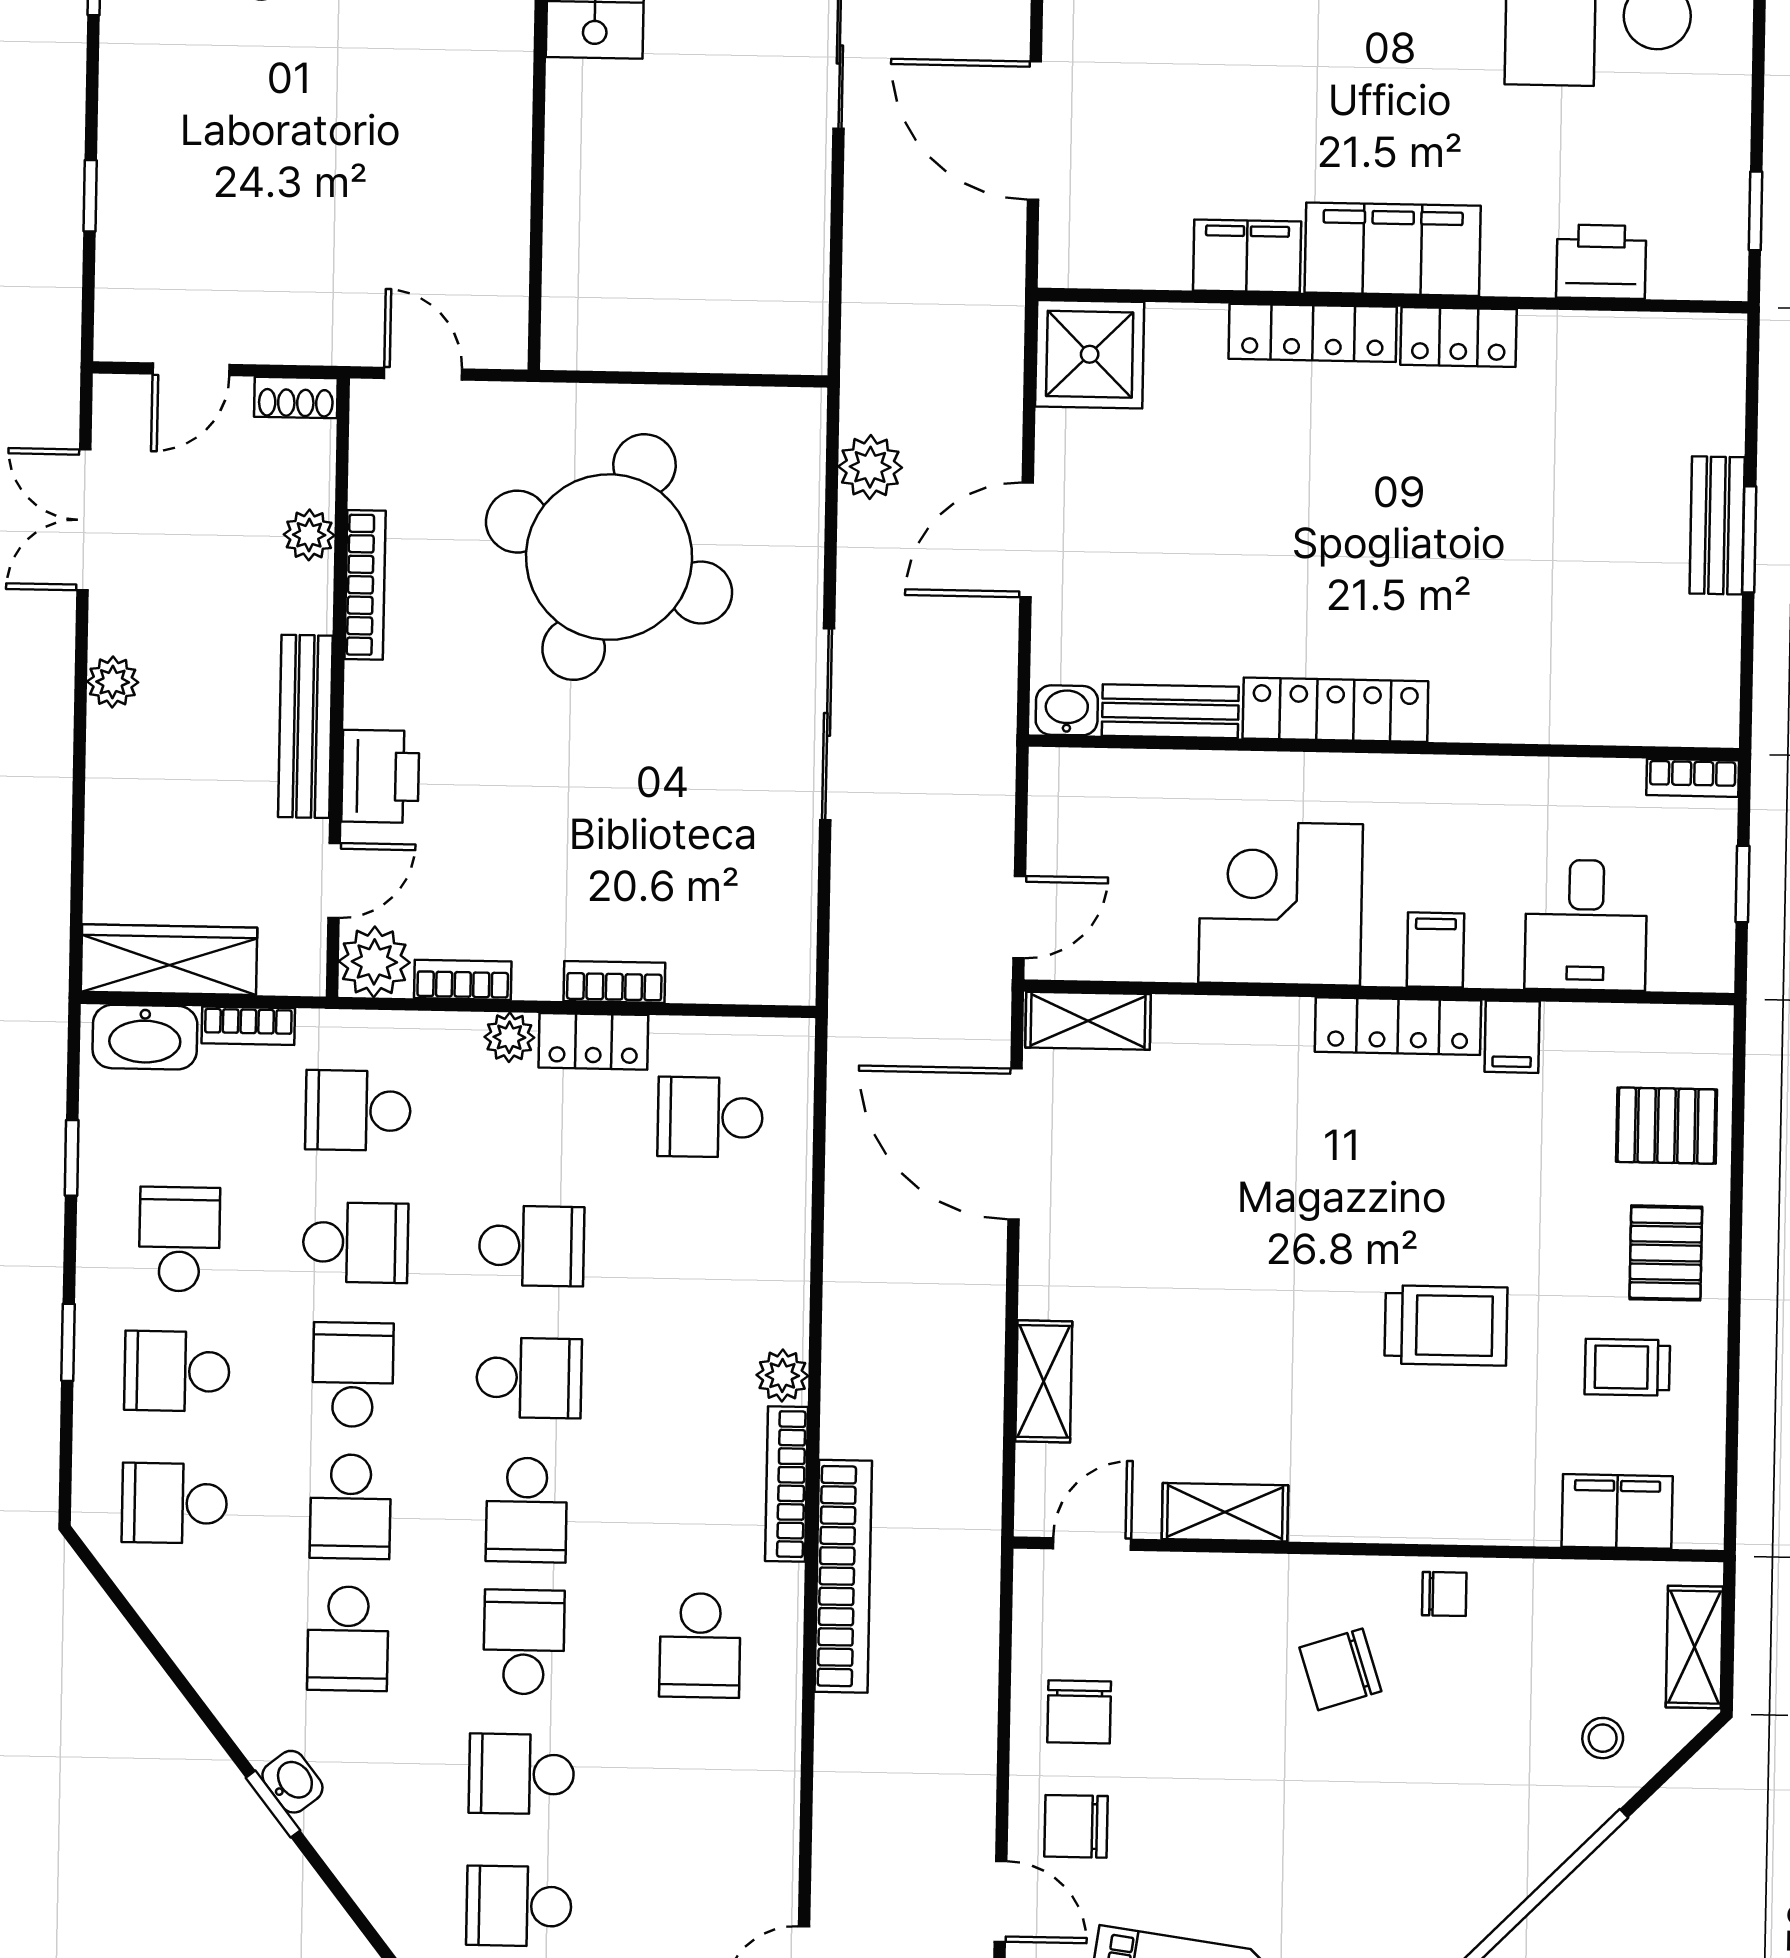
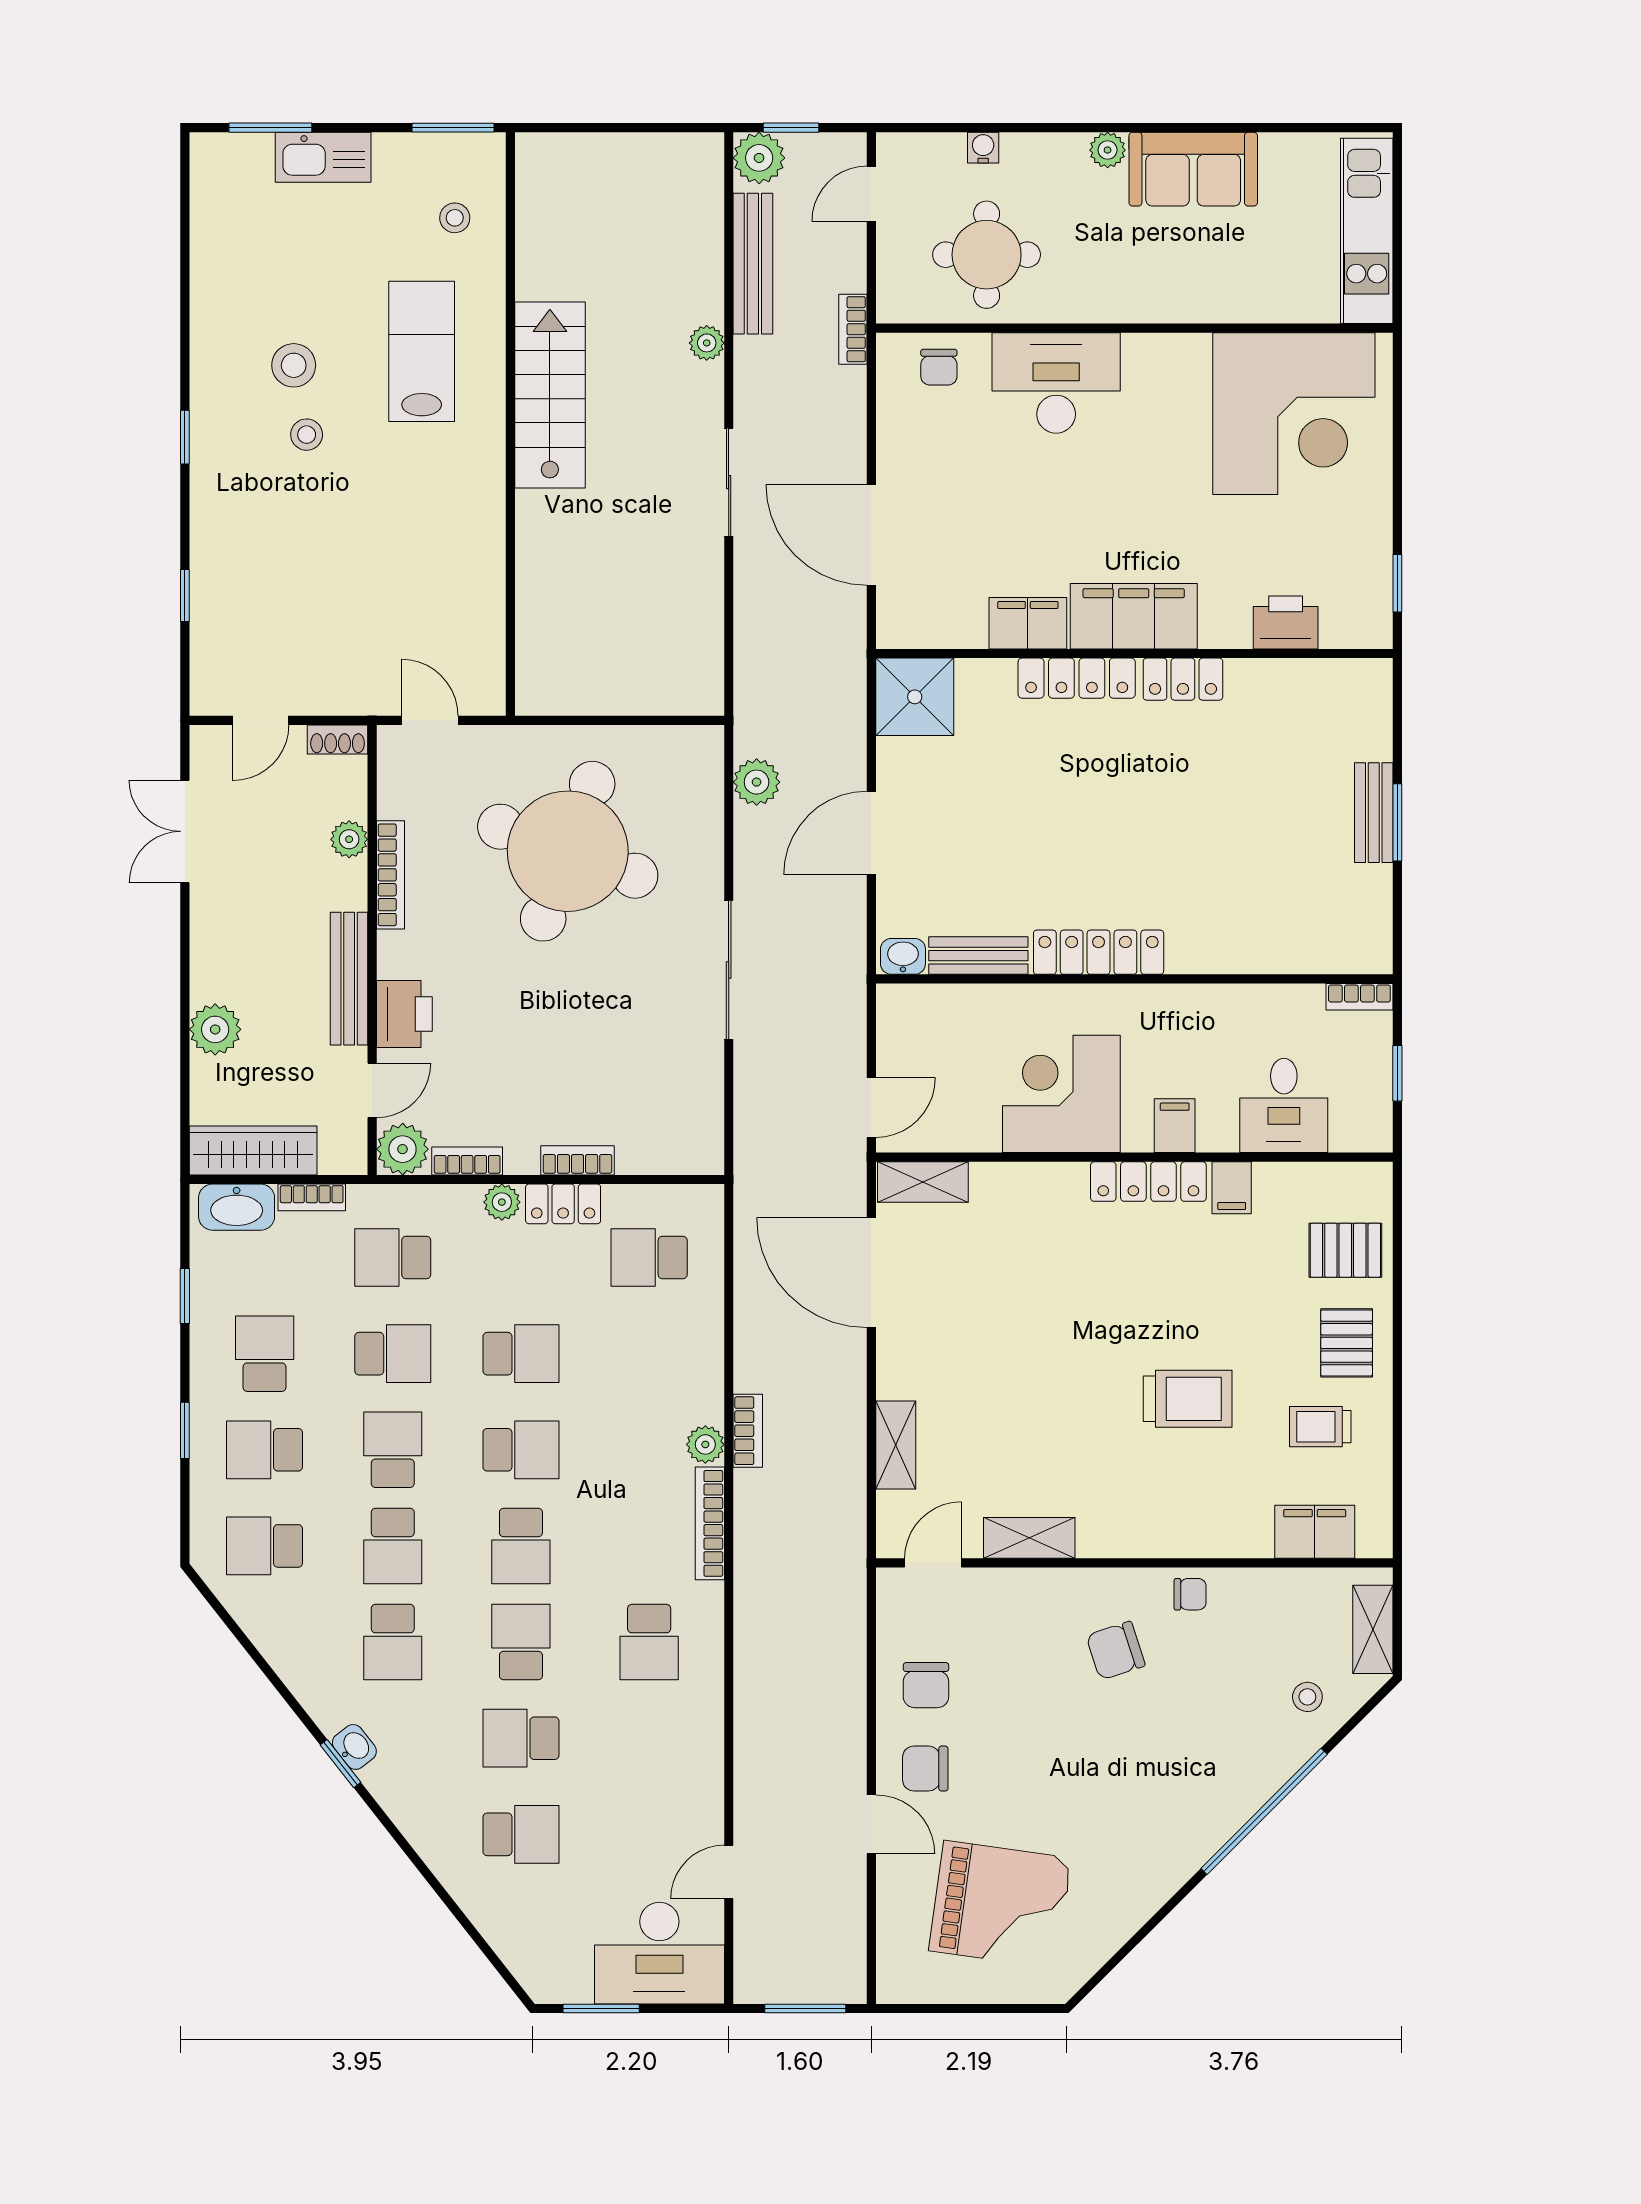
plant: (113, 682) -> (215, 1029), moved, width x1.38, depth x1.38
bookcase: (843, 1576) -> (748, 1431), moved, width x0.43, depth x0.76
school desk: (519, 1906) -> (521, 1834), turned 180

